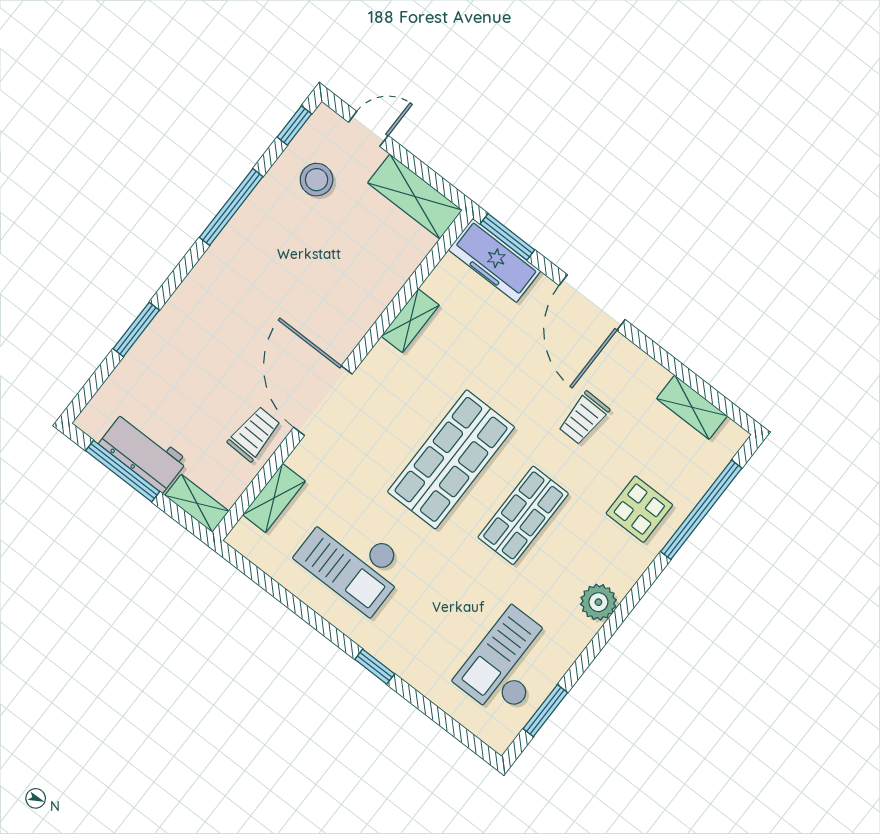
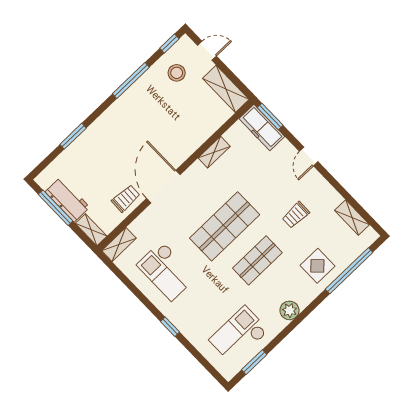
door: (592, 302) -> (309, 156), width x0.53
shelving: (274, 498) -> (119, 244), moved

